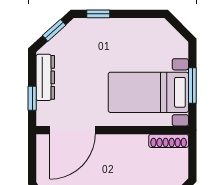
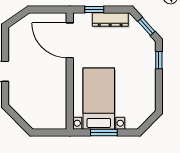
shoe rack: (169, 141) -> (62, 114), removed

